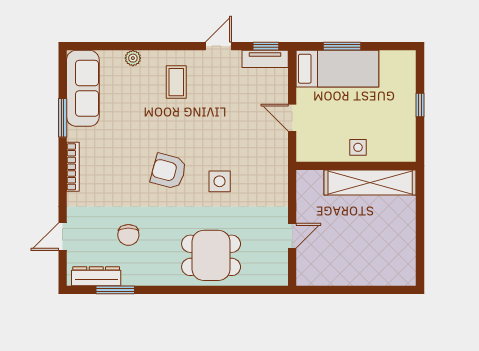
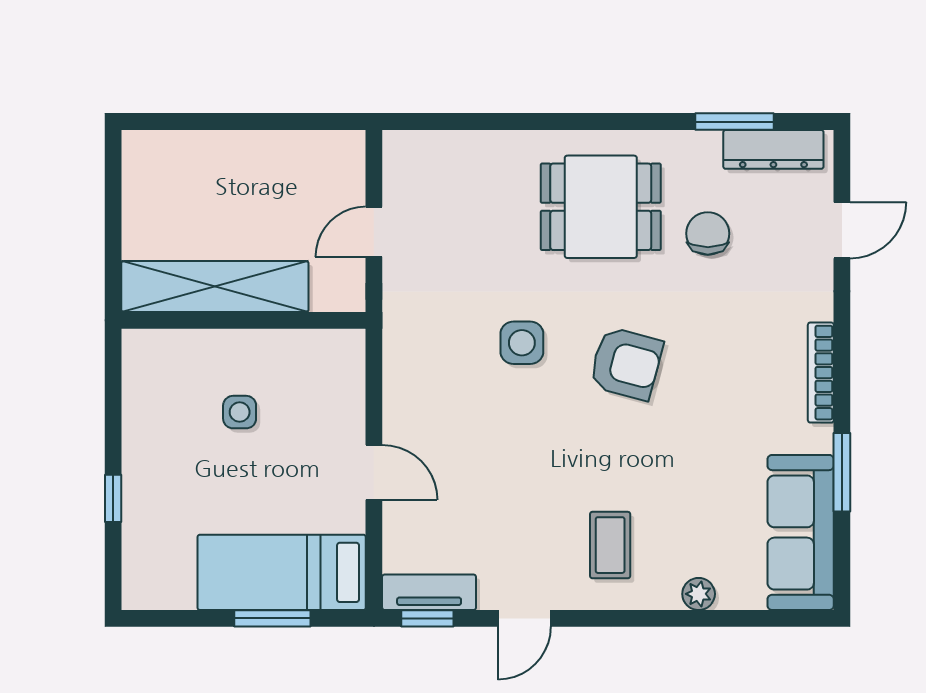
wall: (356, 166) -> (244, 320), moved
shelving: (370, 183) -> (215, 286), moved
dining table: (211, 255) -> (601, 207), moved

